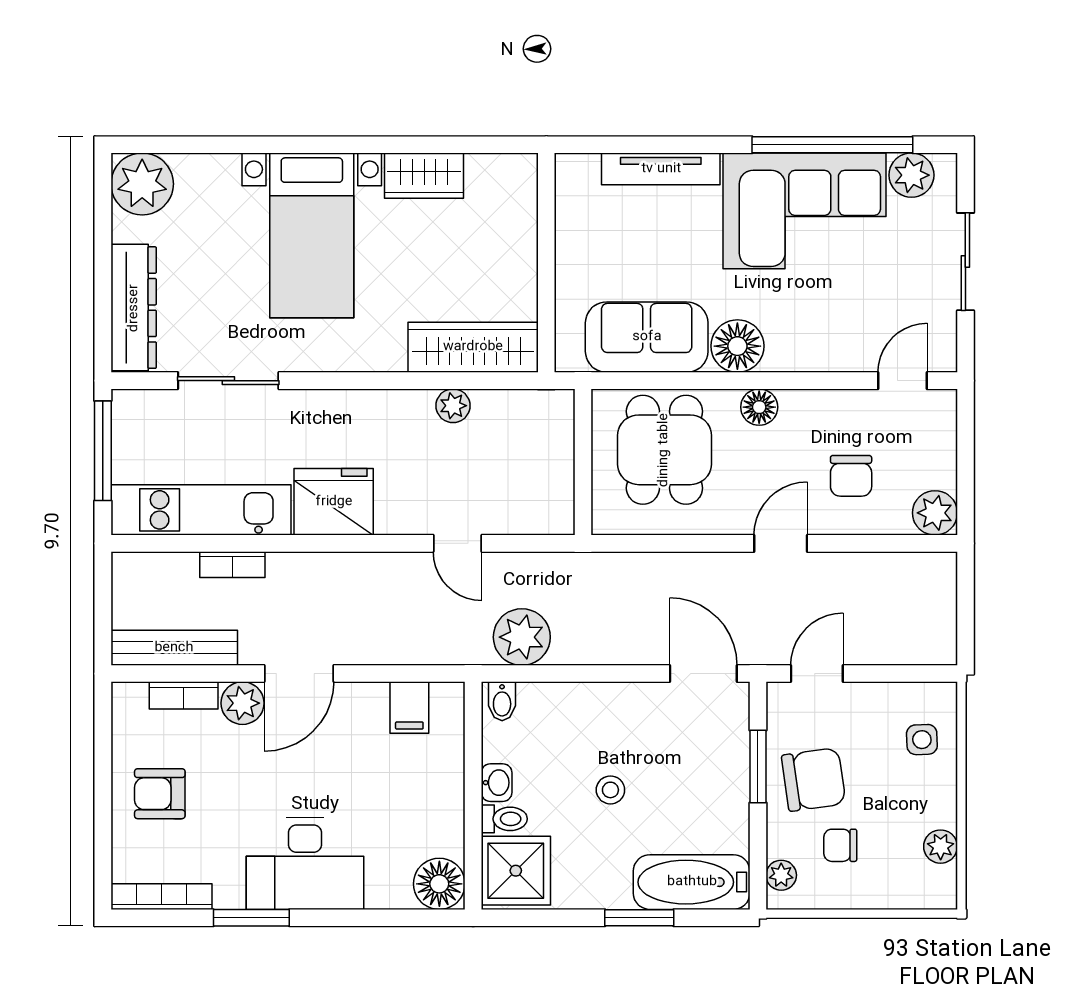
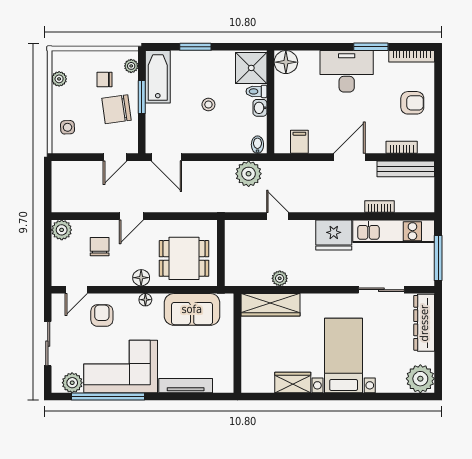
armchair: (846, 324) -> (102, 315), added
floor lamp: (737, 346) -> (145, 300), width x0.53, depth x0.53
dining table: (664, 450) -> (184, 258), turned 90
plant: (242, 703) -> (375, 144), removed
window: (758, 766) -> (142, 97), moved
chair: (840, 845) -> (104, 79), turned 180
bathtub: (692, 882) -> (158, 77), moved, turned -90

